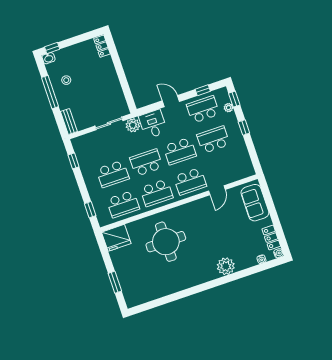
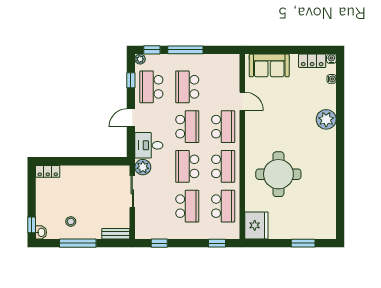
plant: (229, 108) -> (140, 59), moved
window: (244, 128) -> (185, 50), width x2.17

